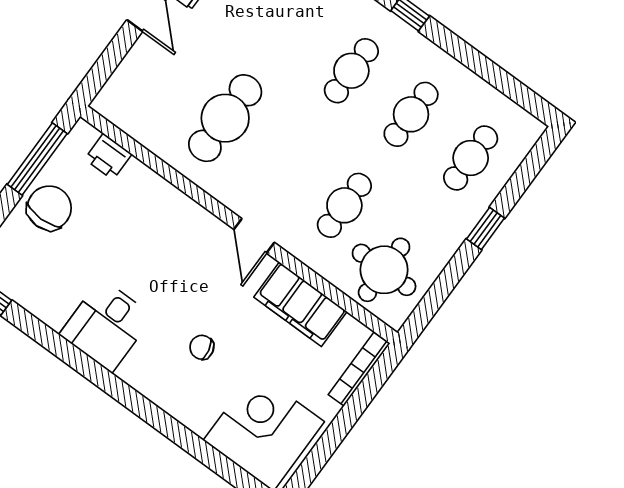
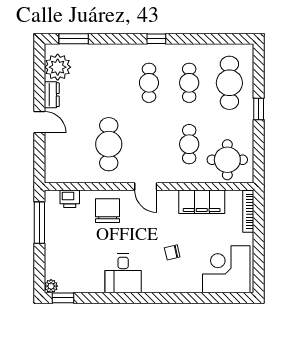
cafe table: (471, 158) -> (229, 83), width x1.37, depth x1.35
chair: (49, 208) -> (107, 211), moved
door: (254, 236) -> (146, 187), moved

